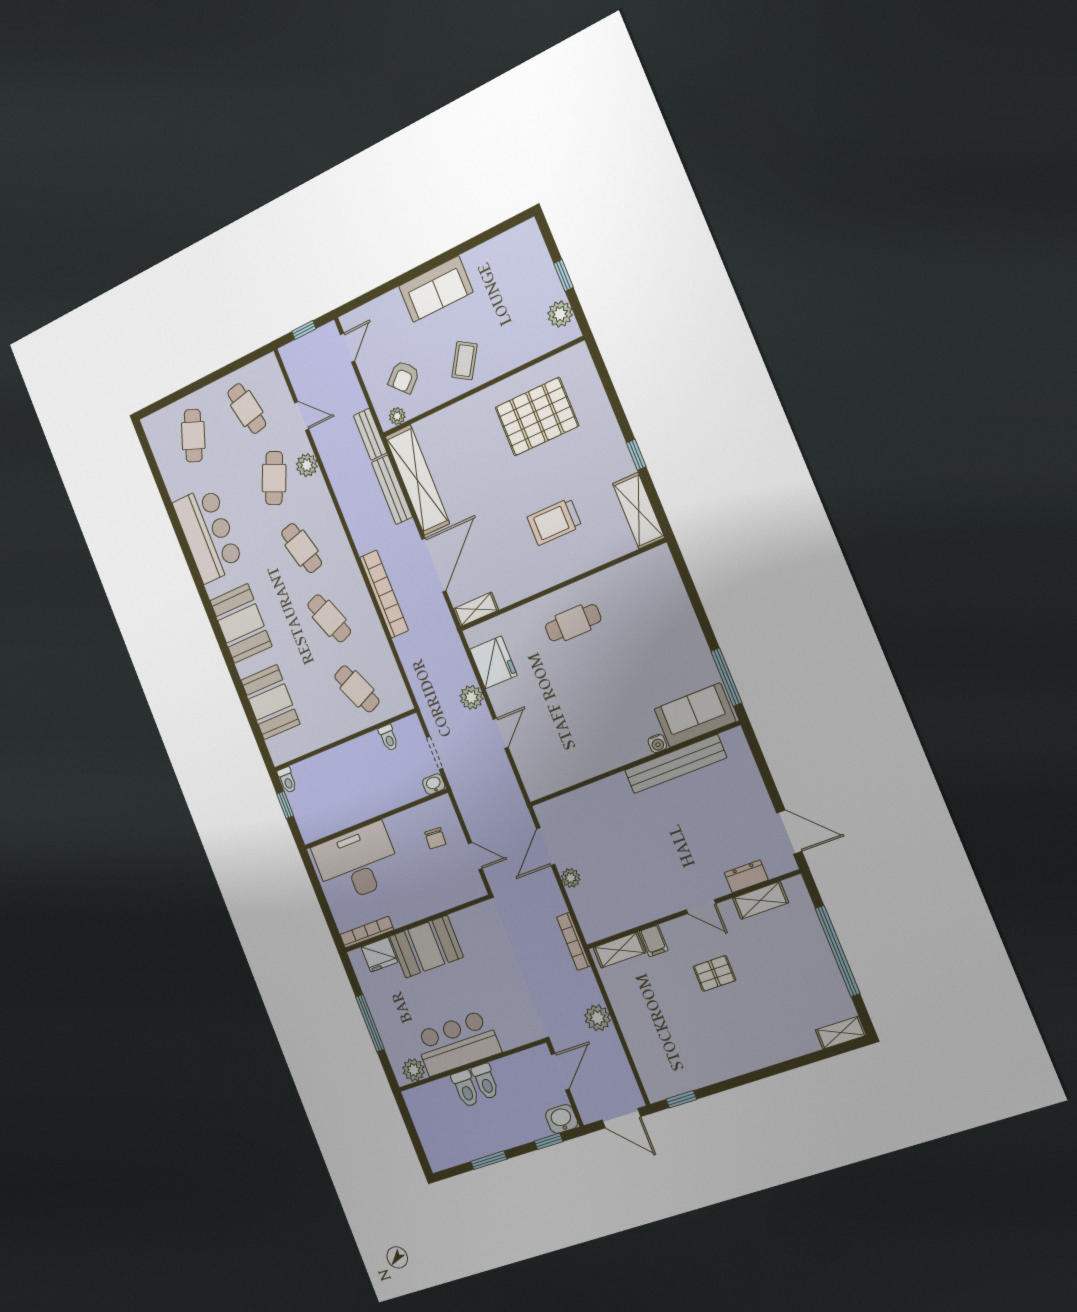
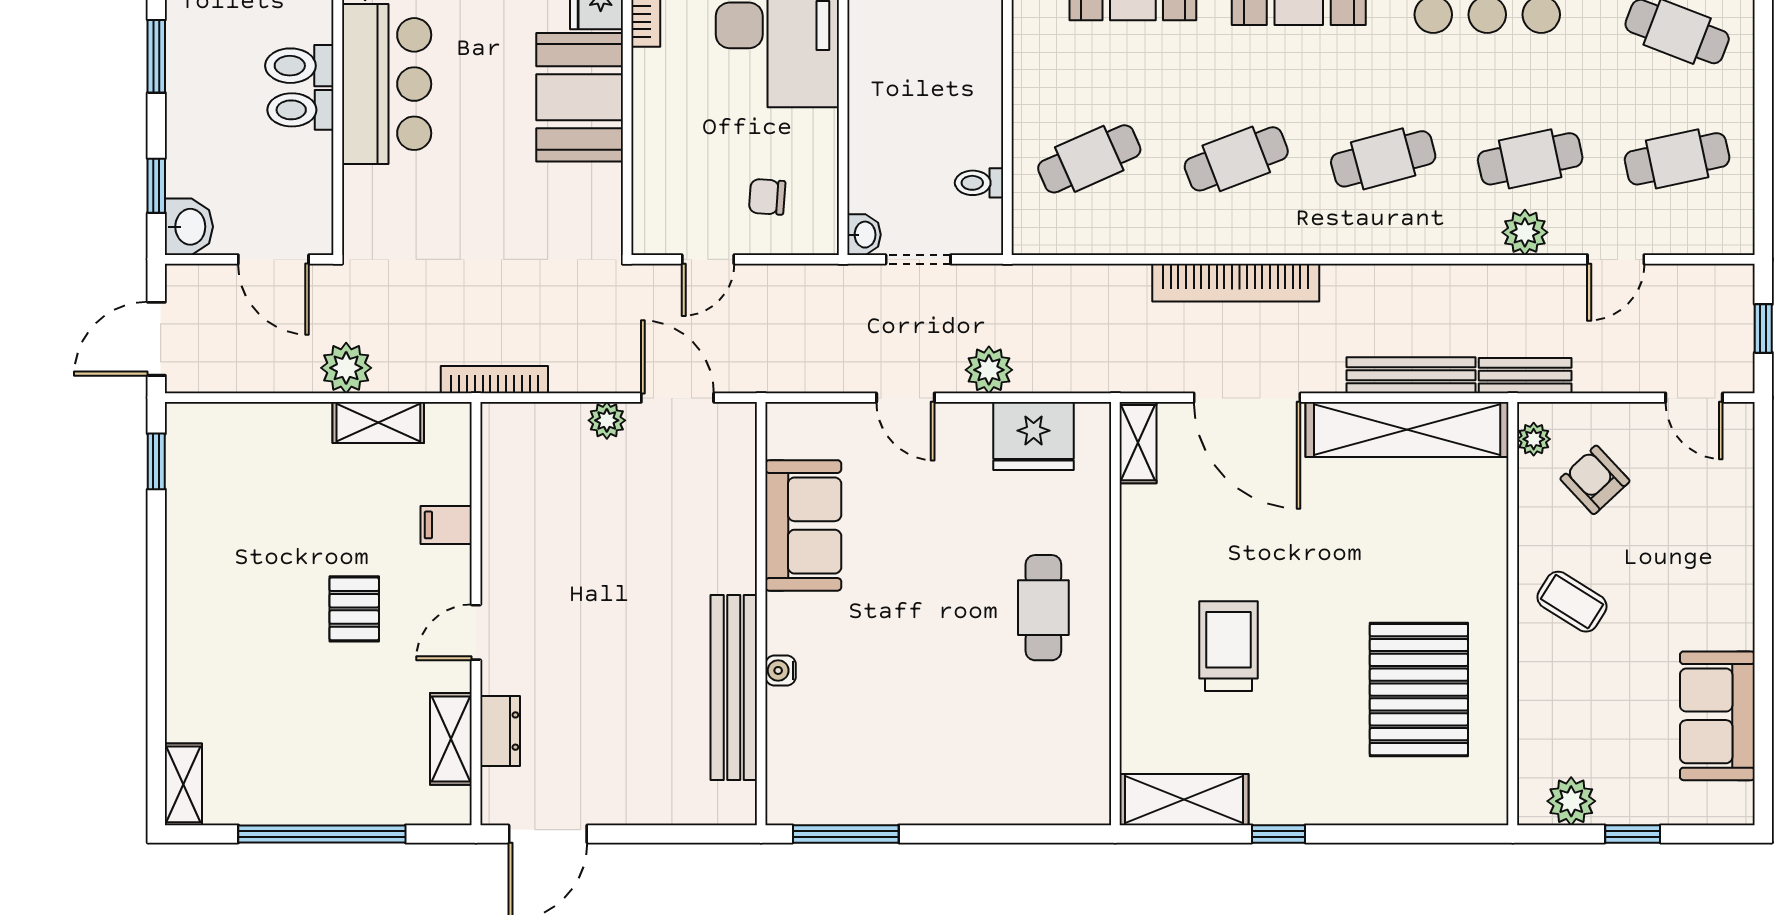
sofa: (436, 289) -> (1717, 716), moved
cafe table: (274, 478) -> (1530, 159), turned -36
sofa: (695, 715) -> (803, 525), moved
shelving: (619, 950) -> (378, 422), moved, turned 90

